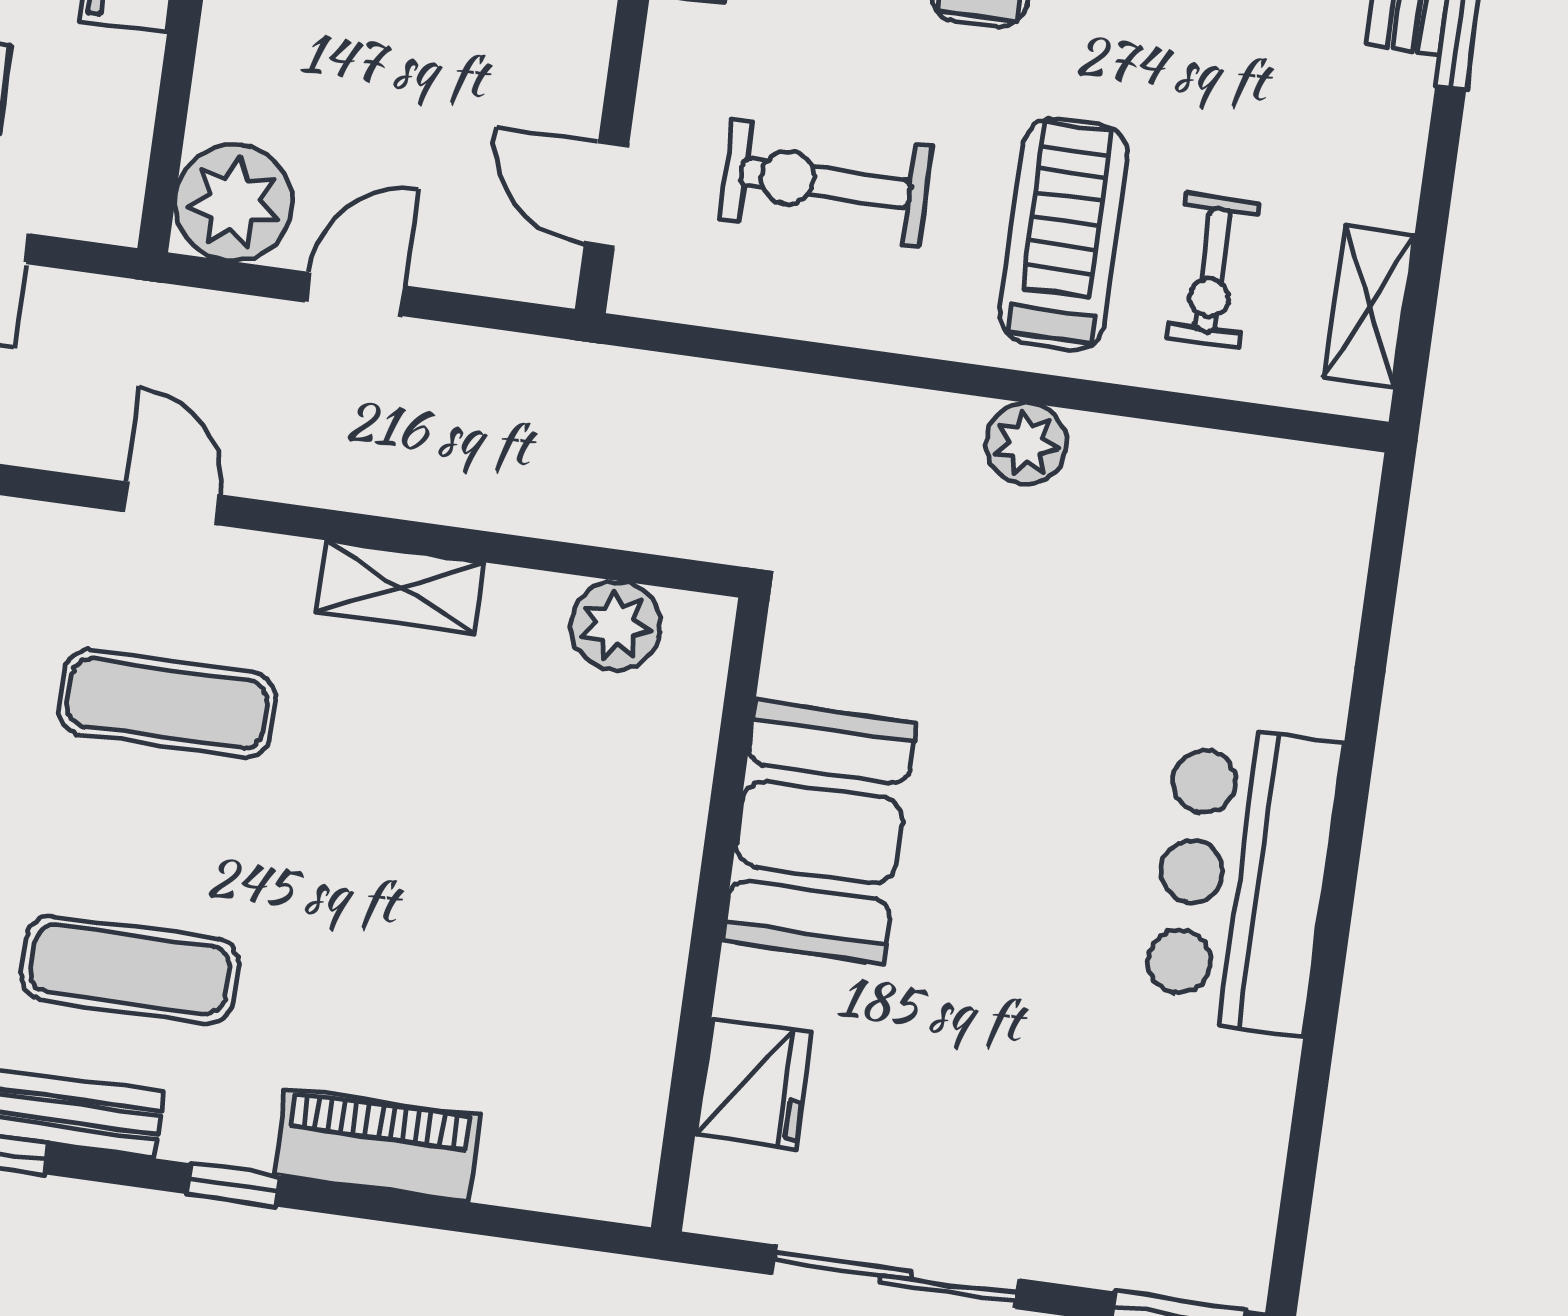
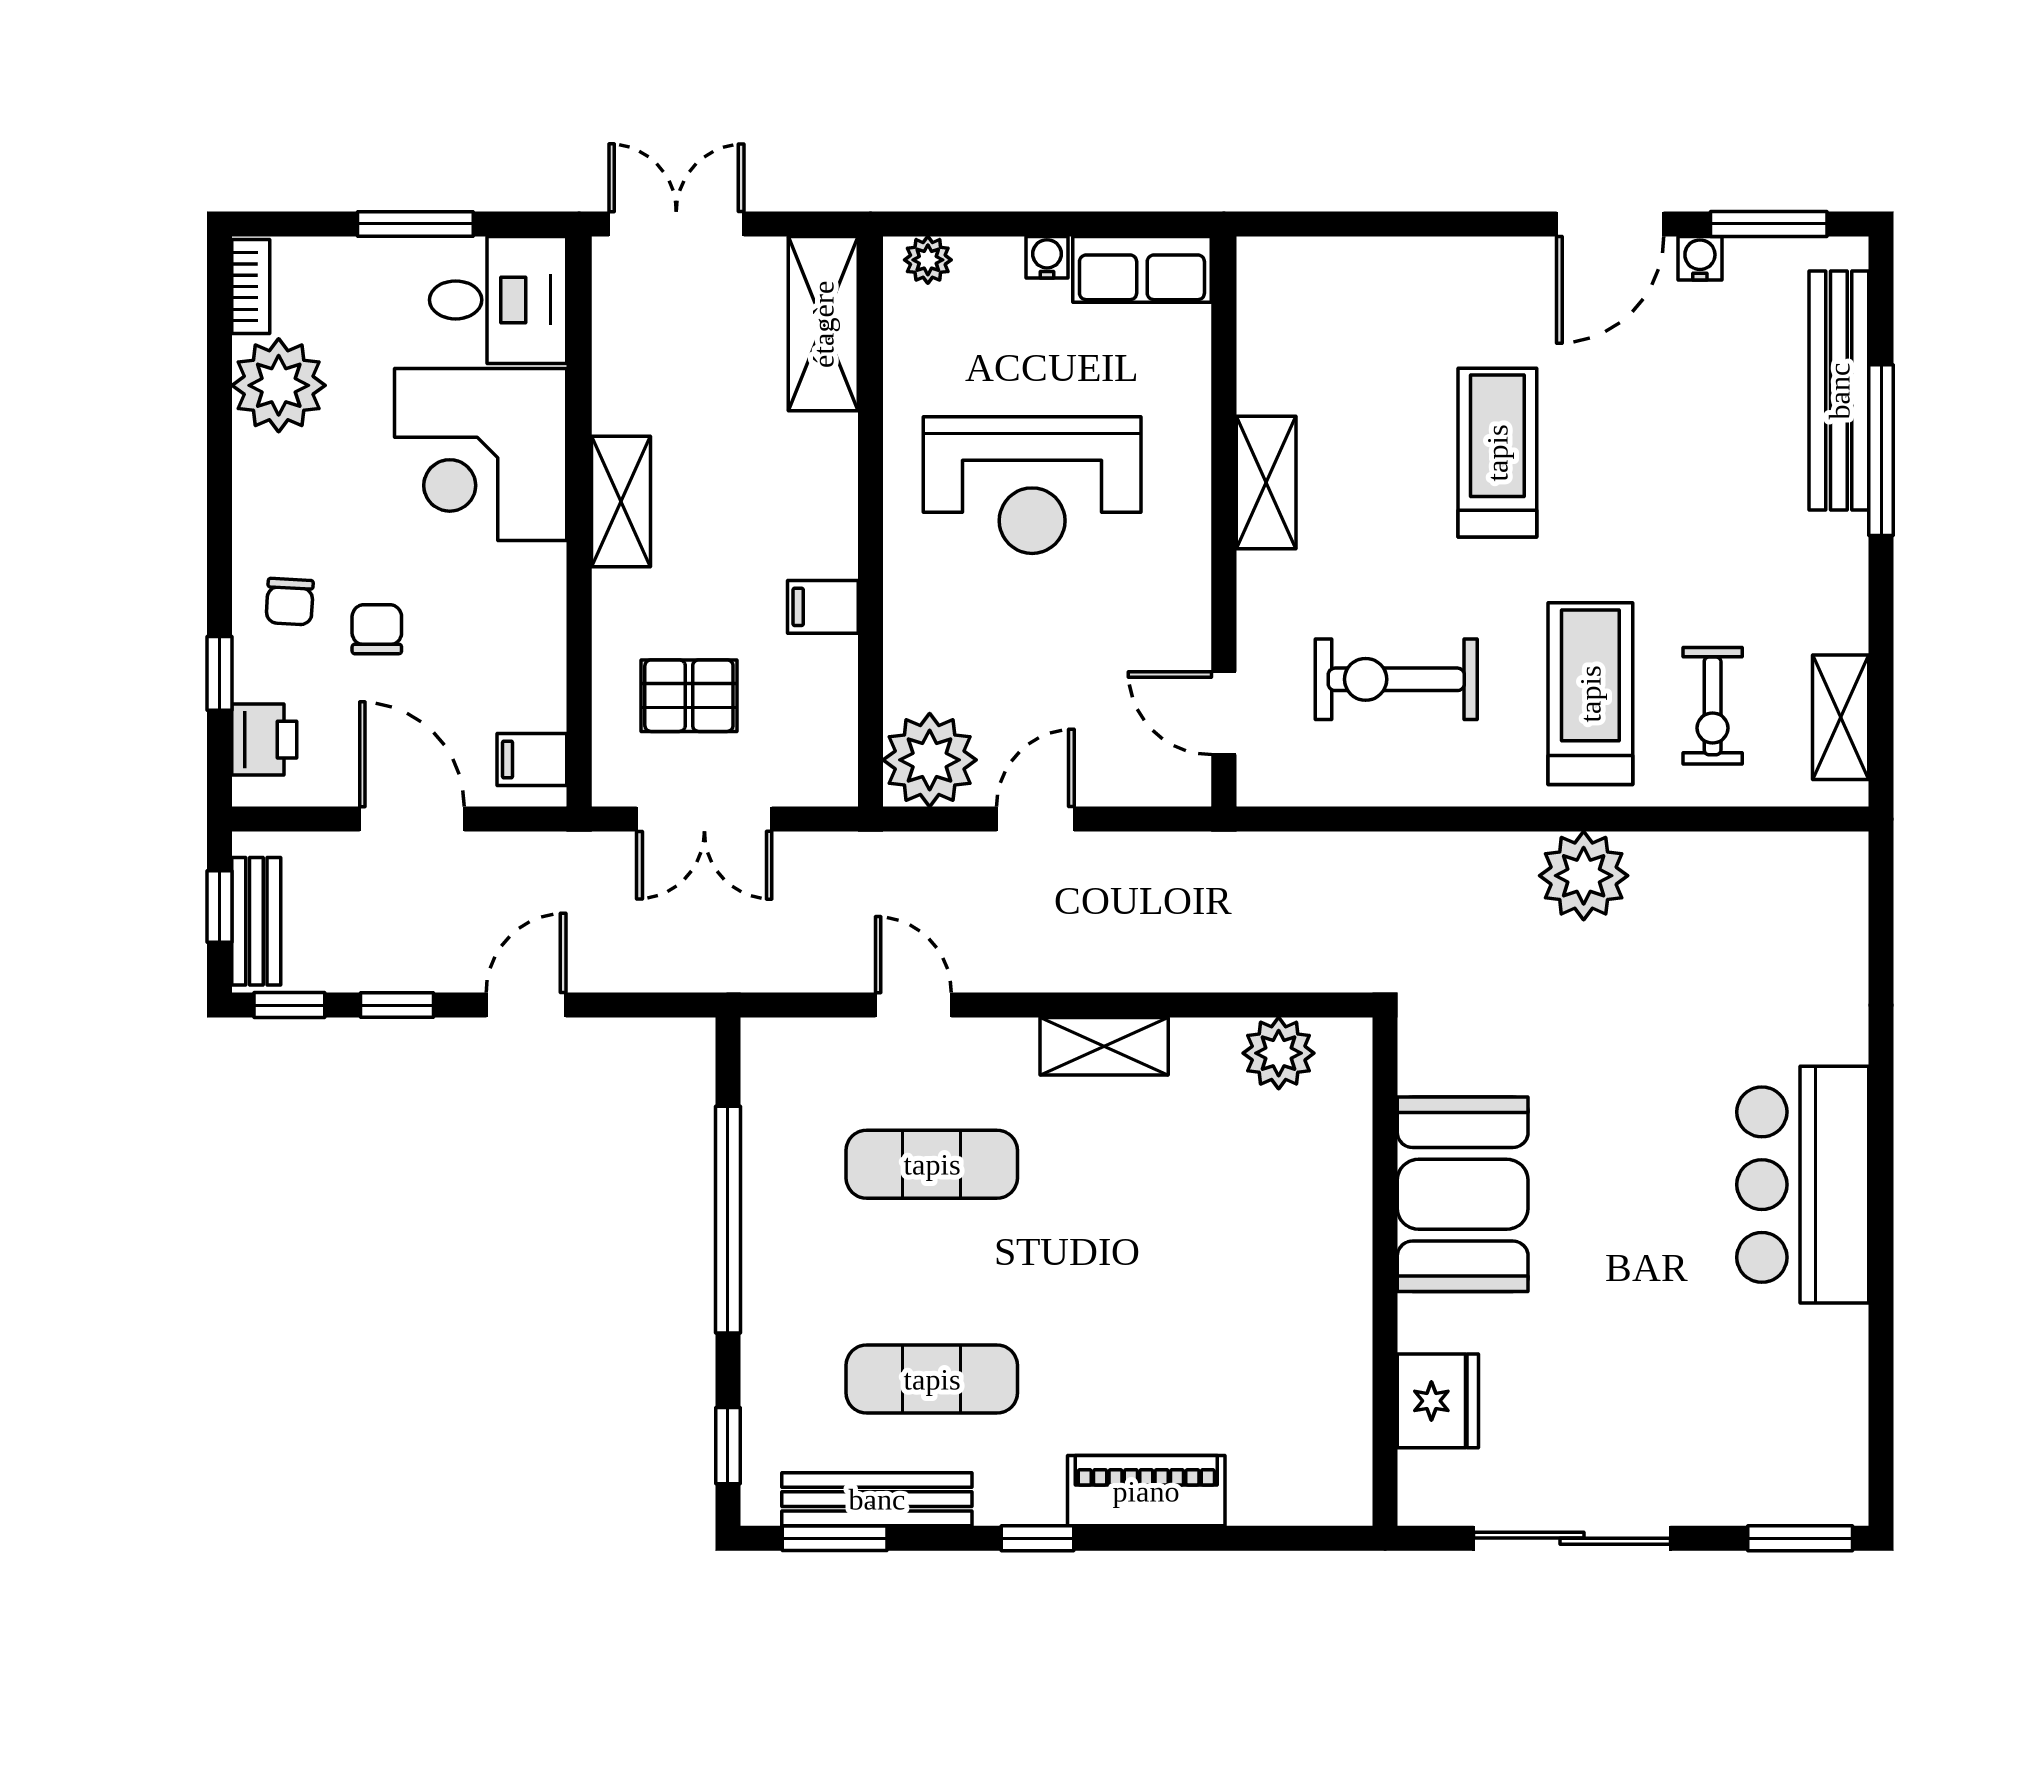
plant: (1026, 444) -> (1584, 876), width x1.36, depth x1.36

